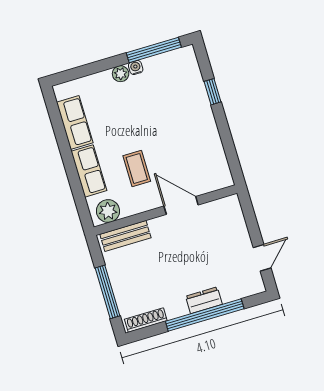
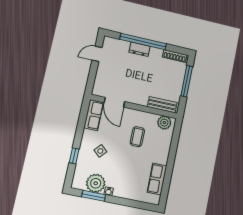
window: (154, 50) -> (94, 196), width x0.69
plant: (121, 74) -> (96, 183), moved, width x1.87, depth x1.87
side table: (179, 119) -> (100, 151), added
row of seats: (89, 171) -> (94, 115), moved, turned 180
door: (181, 205) -> (114, 102), moved

